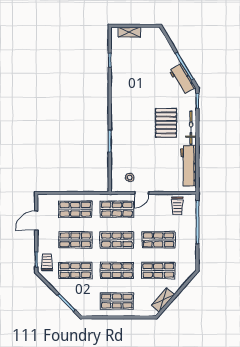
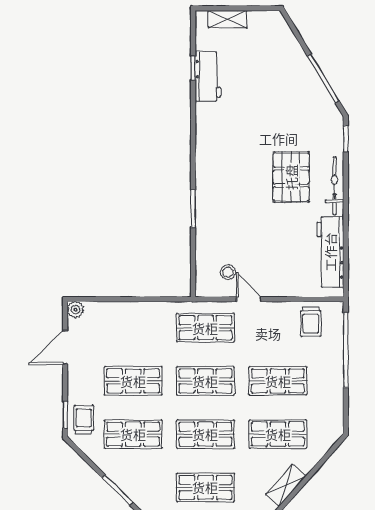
workbench: (182, 79) -> (208, 76), moved, turned -149
door: (142, 193) -> (249, 299), swing flipped
plant: (42, 199) -> (76, 310), added
shop shelf: (75, 209) -> (133, 328), removed

